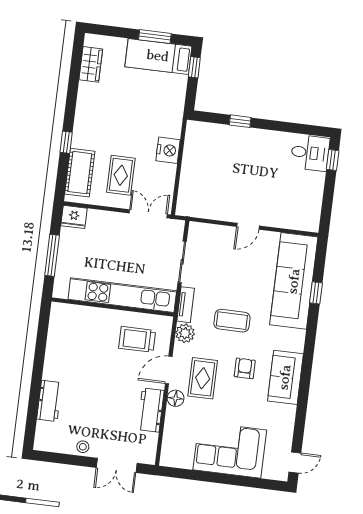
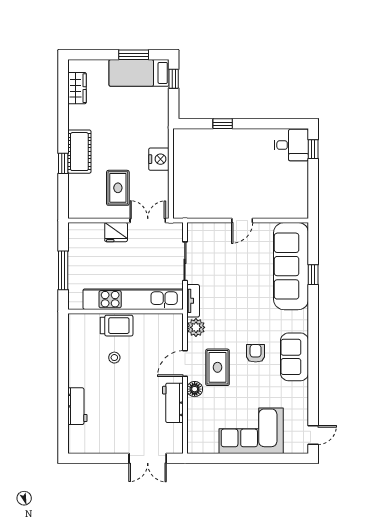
cot: (80, 173) -> (79, 152), moved
fridge: (74, 217) -> (116, 232), moved
coffee table: (232, 321) -> (238, 310), removed
trolley: (137, 339) -> (117, 326), moved, turned 180
stool: (83, 447) -> (114, 358), moved

